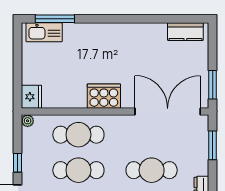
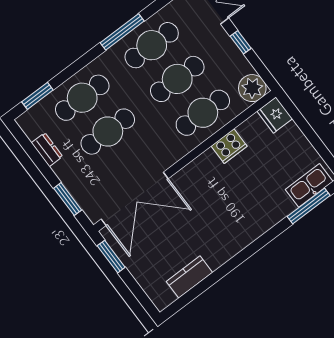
kitchen counter: (185, 32) -> (189, 277), moved
cooker: (104, 96) -> (229, 146), moved, width x0.73, depth x0.76
plant: (28, 121) -> (252, 88), width x1.87, depth x1.87

